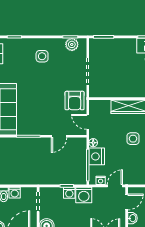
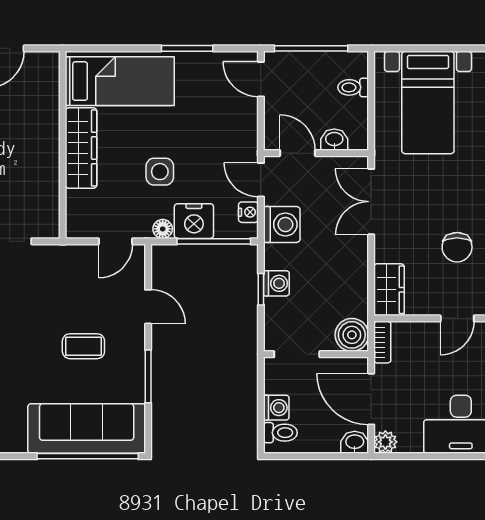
armchair: (75, 101) -> (67, 271), removed
coffee table: (42, 108) -> (83, 346), added
side table: (133, 139) -> (160, 172), moved
washing machine: (84, 195) -> (282, 224), moved

